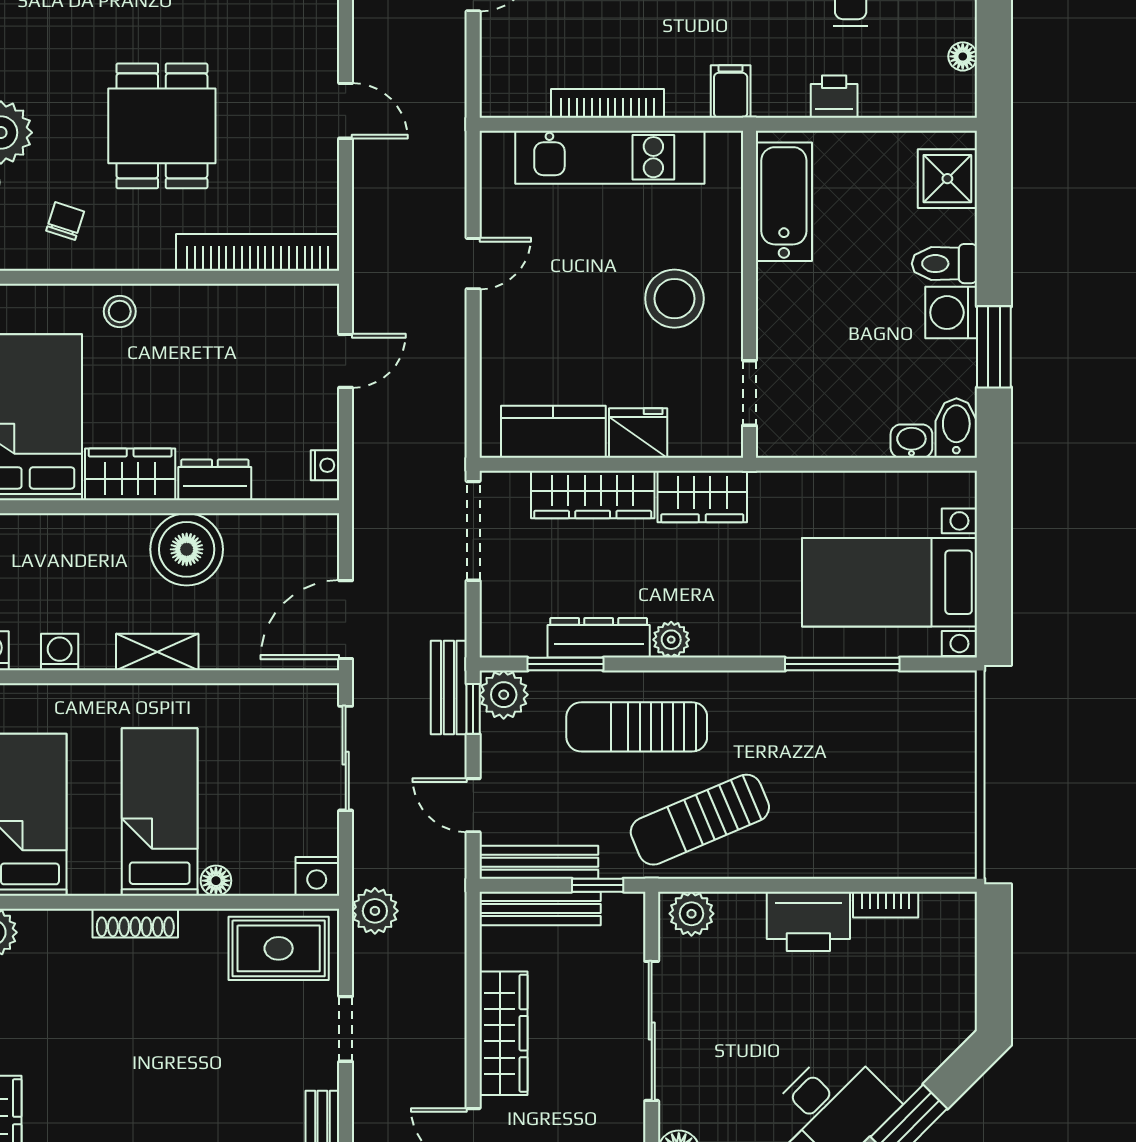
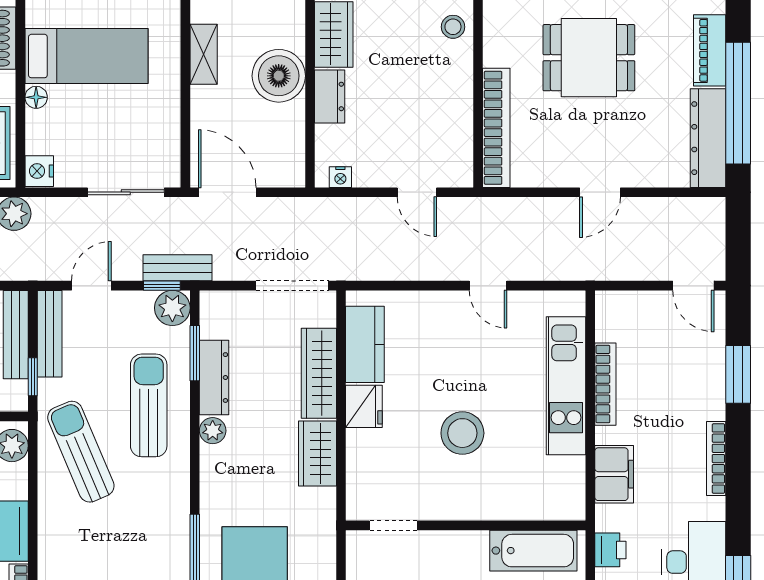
filing cabinet: (731, 91) -> (614, 474), width x2.00
bathtub: (784, 202) -> (533, 551), moved
wall: (749, 294) -> (466, 525), moved
doorway: (749, 393) -> (393, 525), moved

